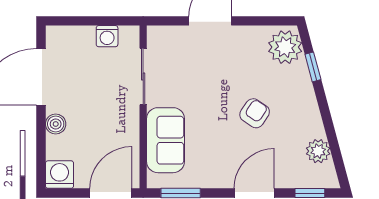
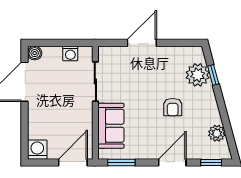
plant: (285, 47) -> (198, 75), moved
armchair: (255, 113) -> (173, 107), turned 146
boiler: (56, 124) -> (35, 53), moved

